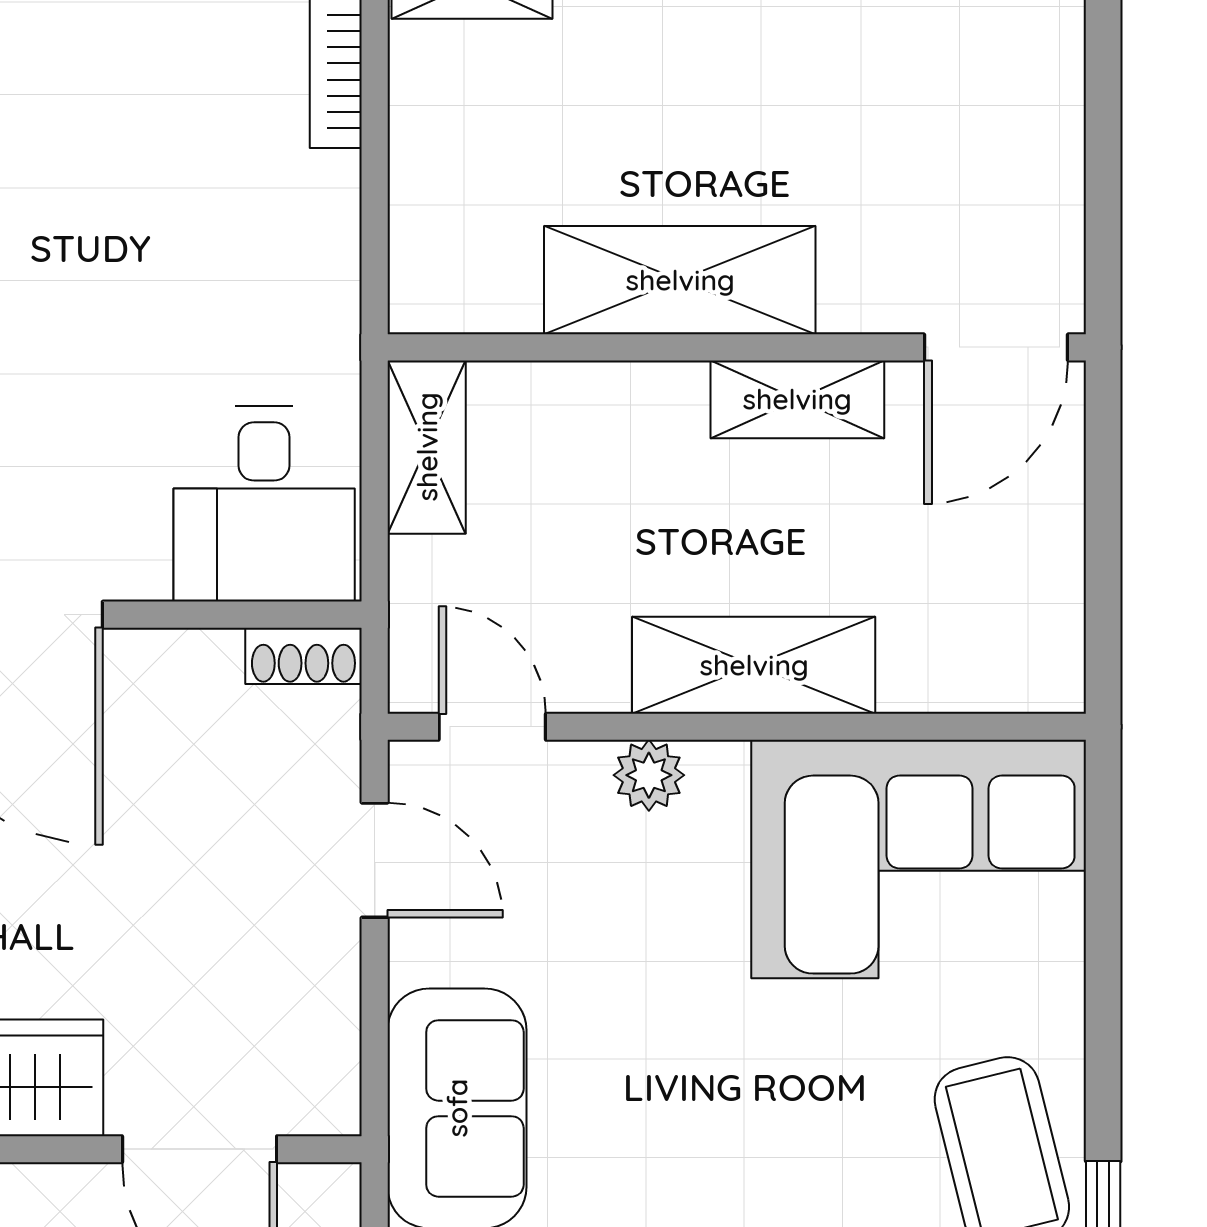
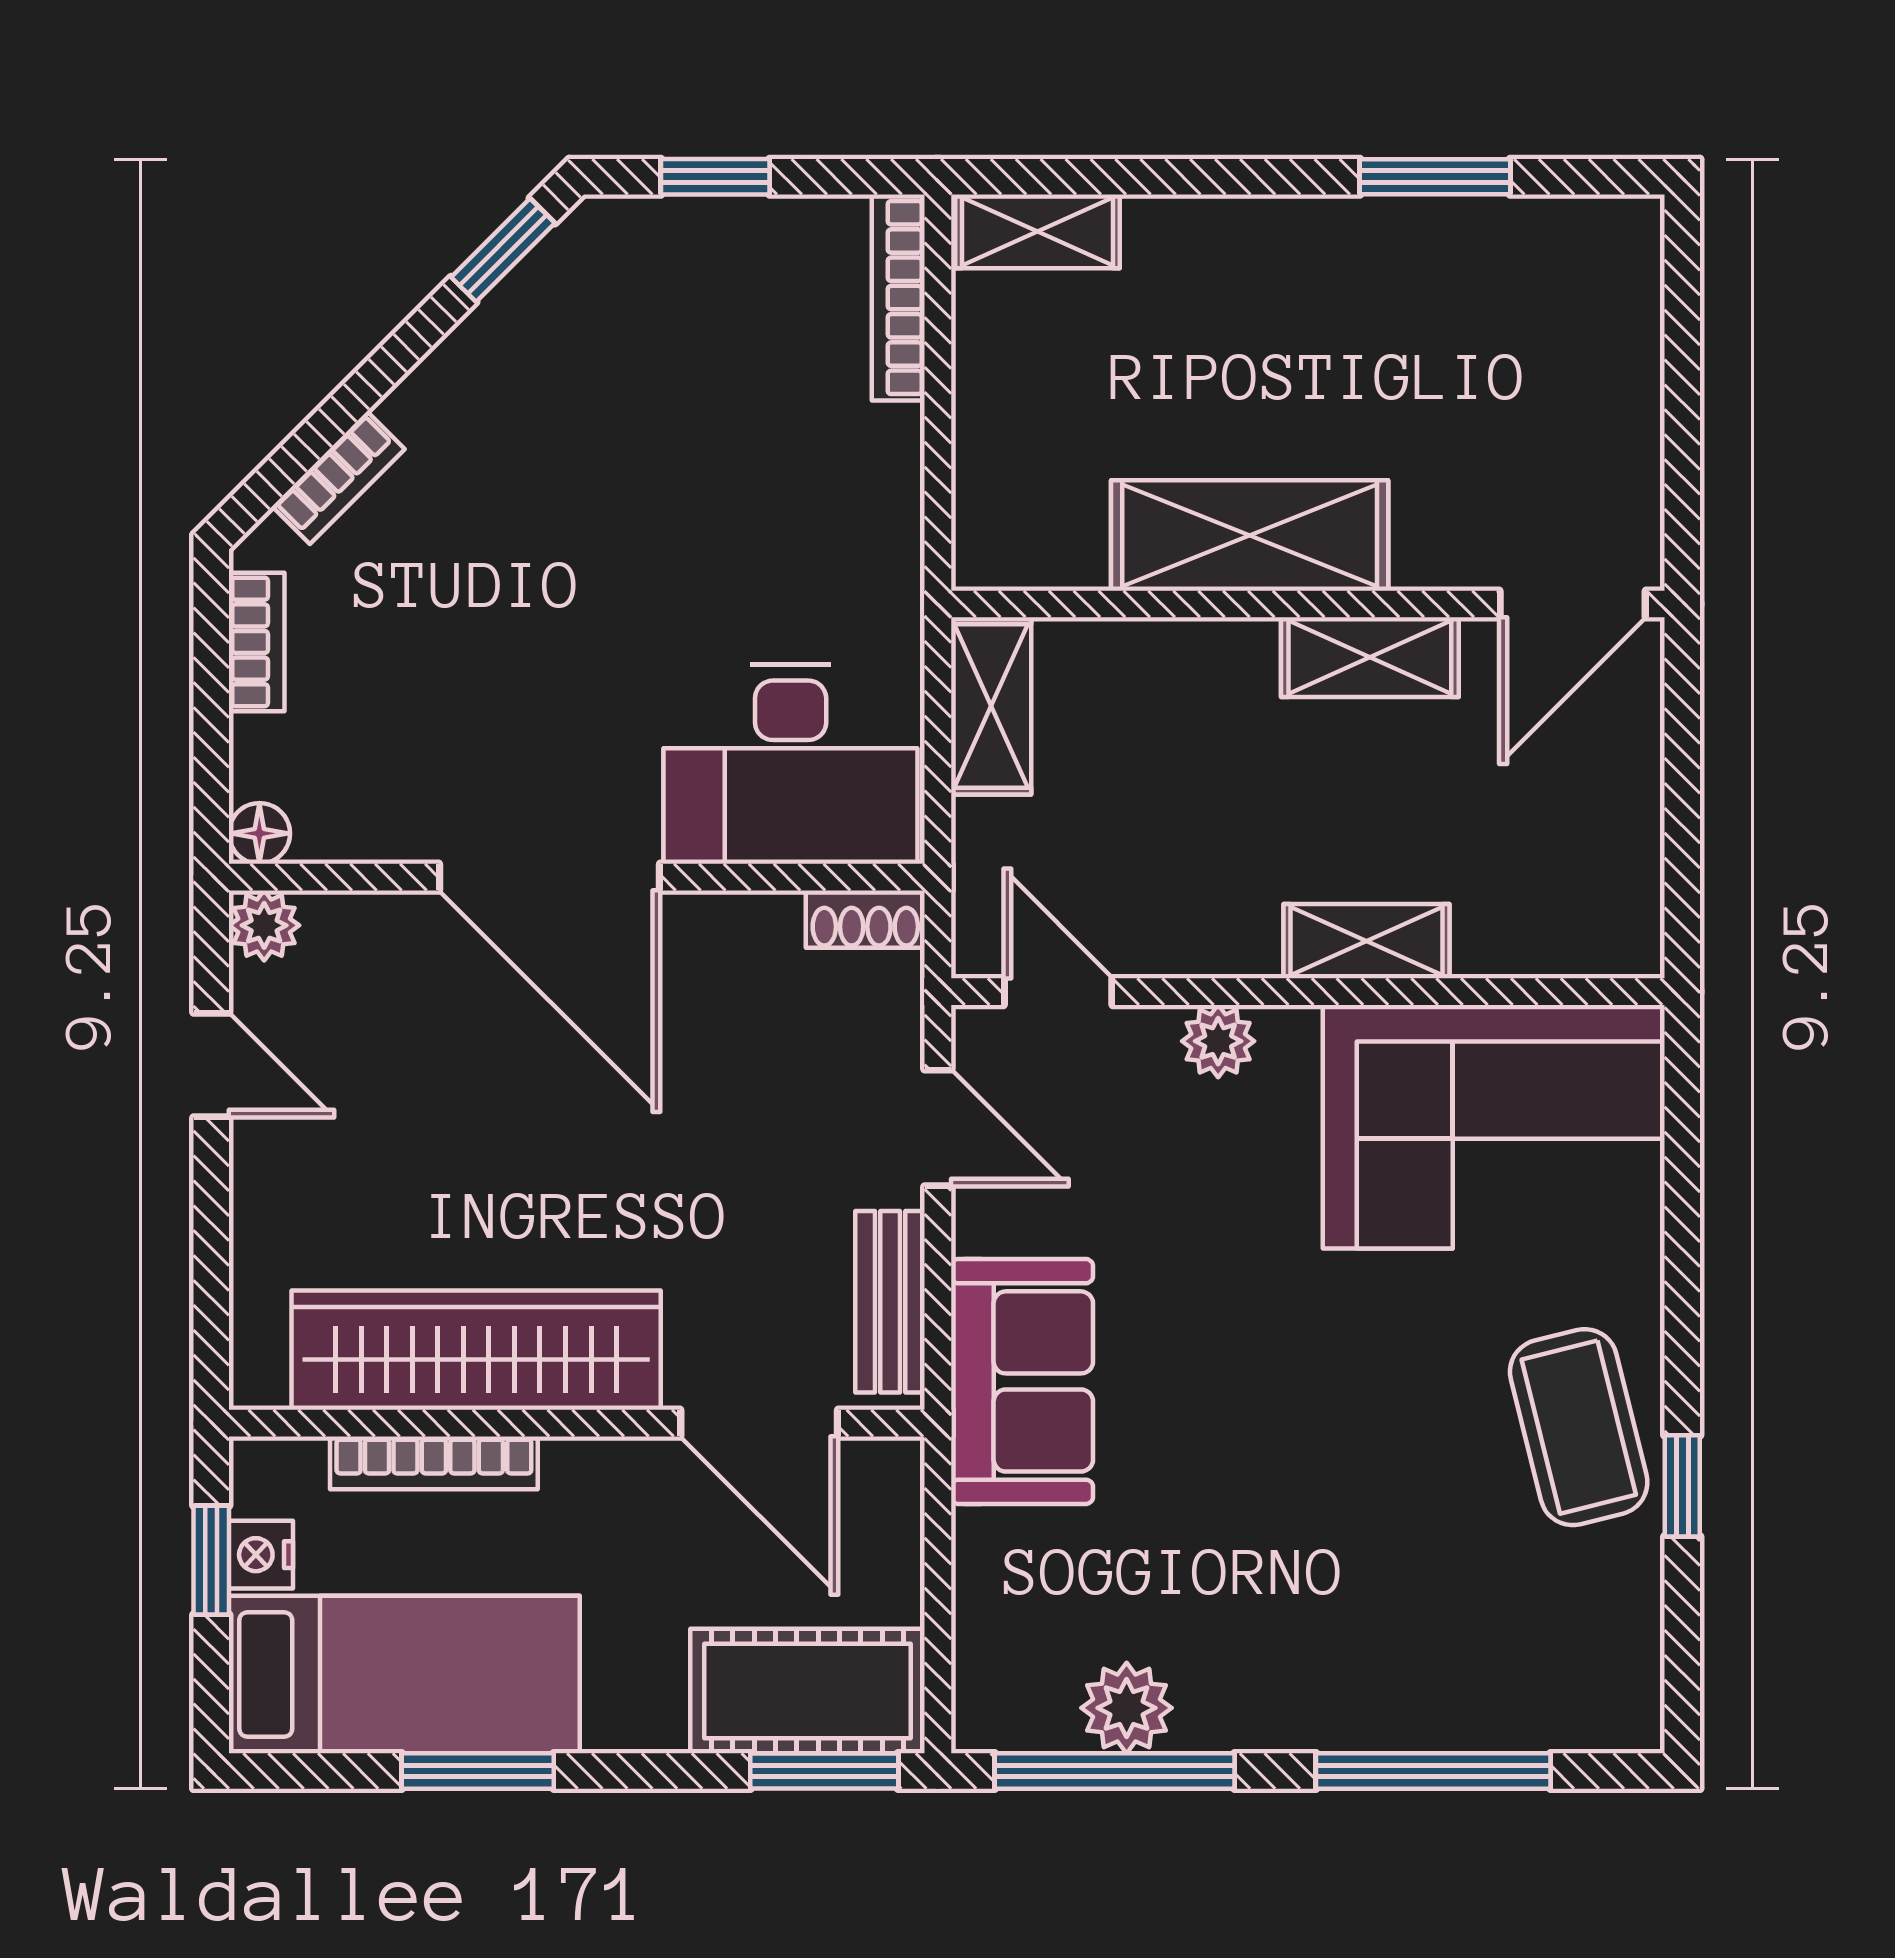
desk: (264, 504) -> (791, 764), width x1.37
shelving: (754, 665) -> (1367, 941), width x0.67, depth x0.75
bench: (328, 1030) -> (890, 1302), added

